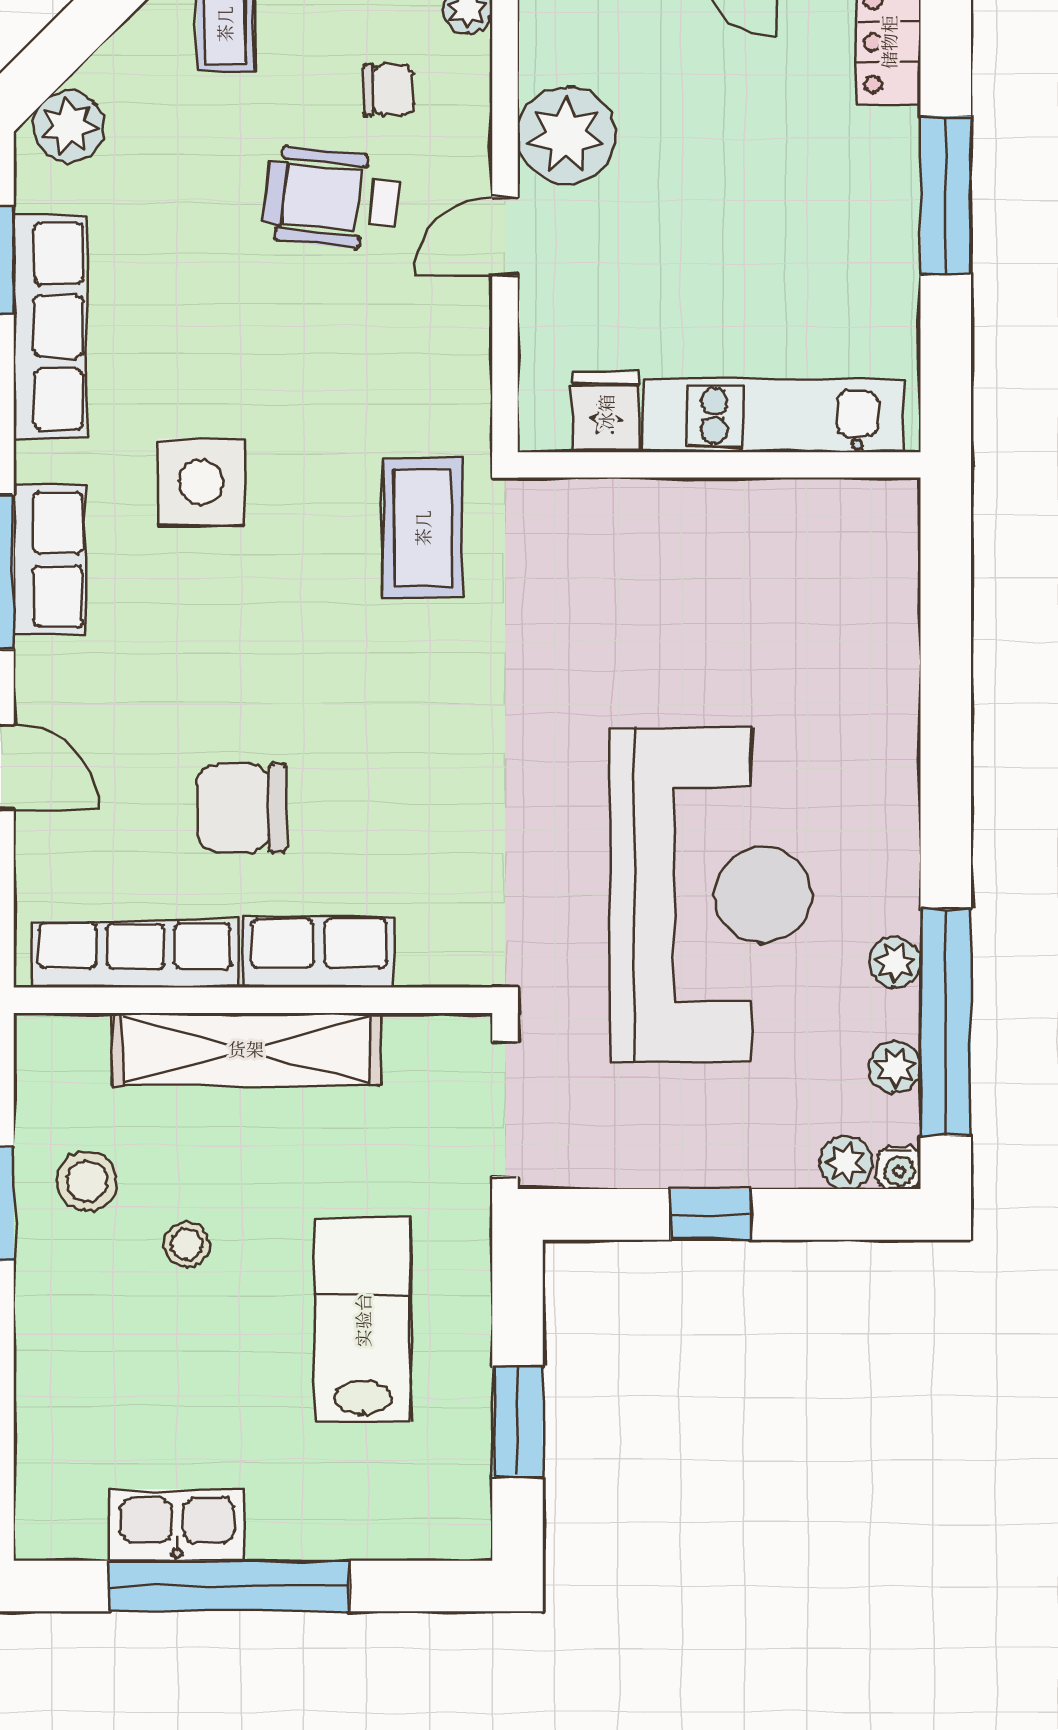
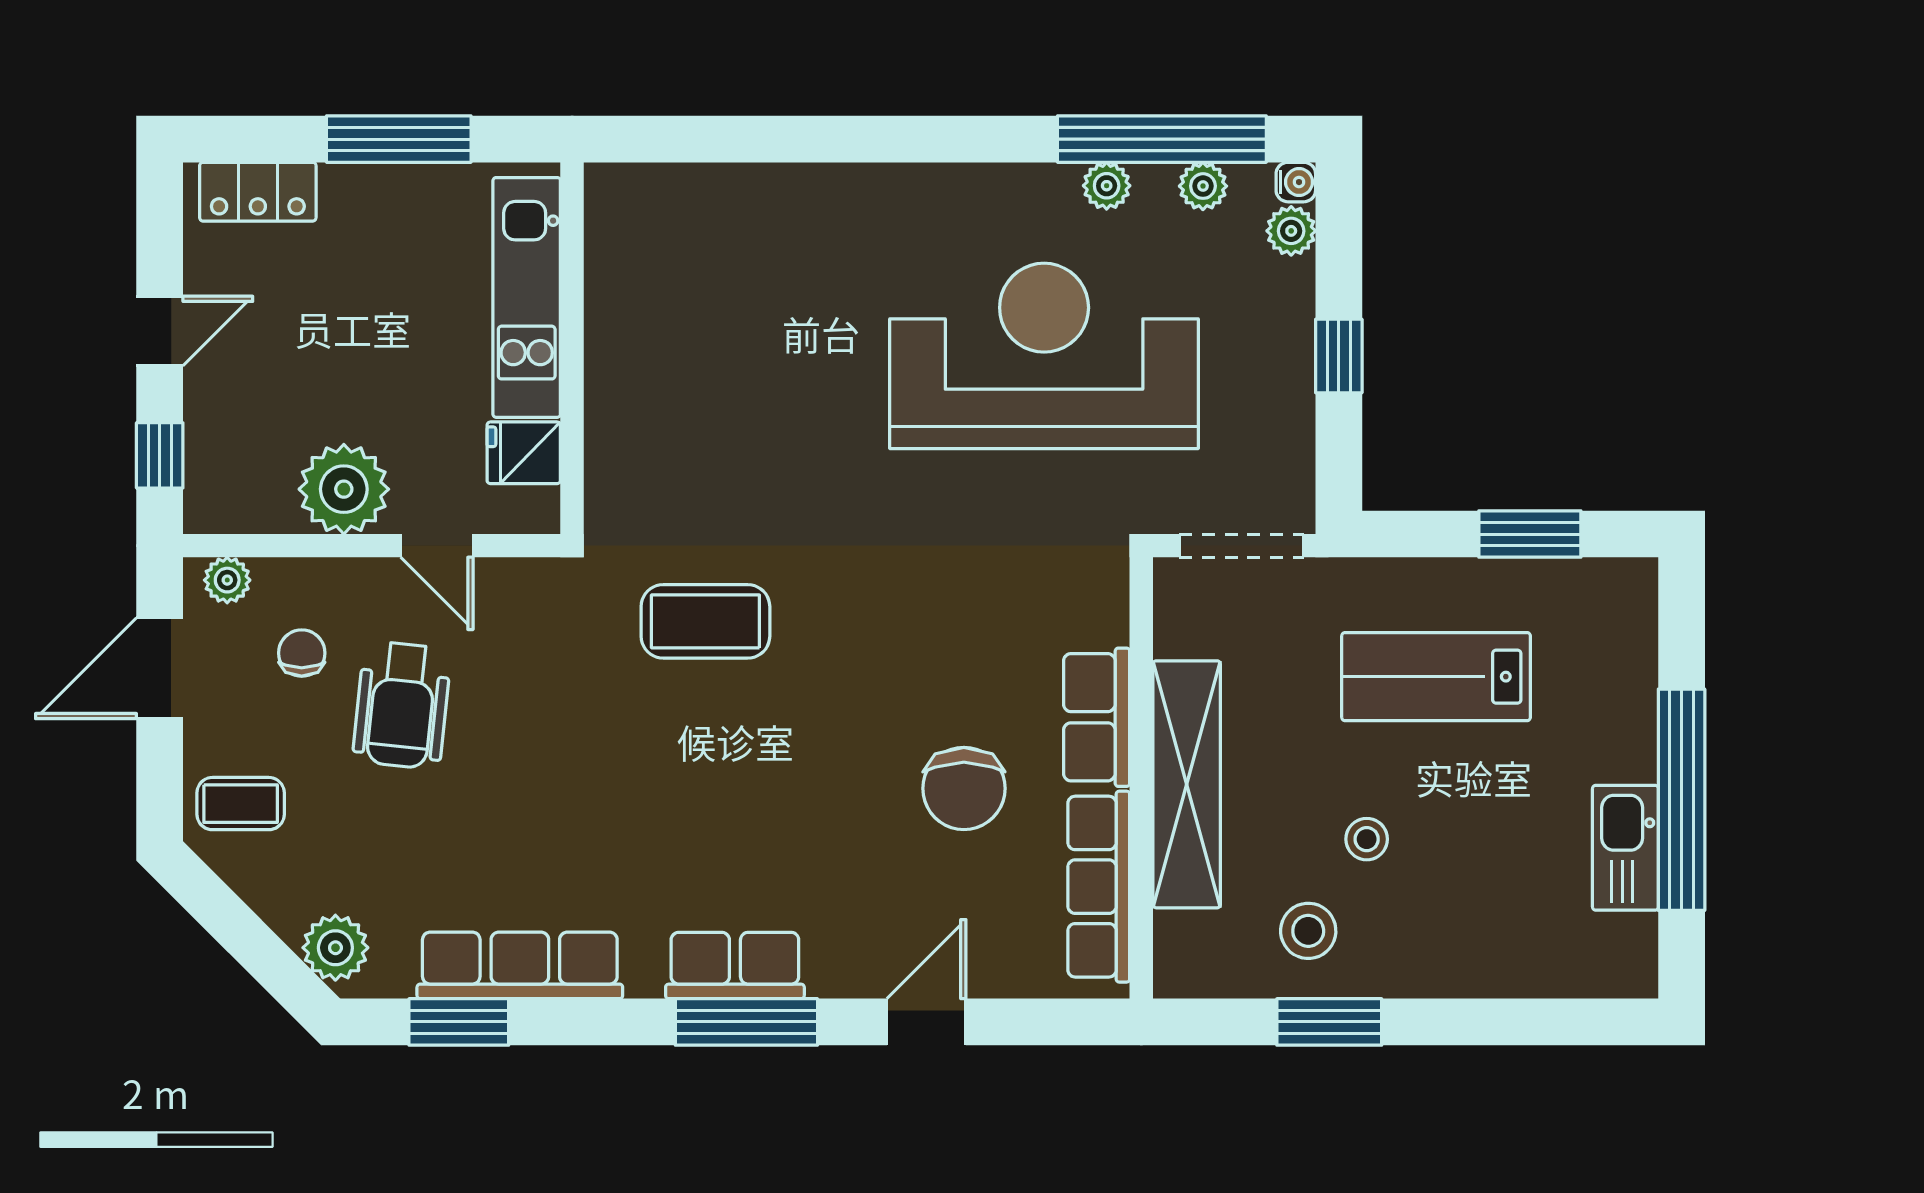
fridge: (606, 412) -> (524, 453), moved
kitchen unit: (774, 416) -> (527, 297), moved
wall: (719, 465) -> (572, 348), moved
side table: (201, 482) -> (663, 826), removed

